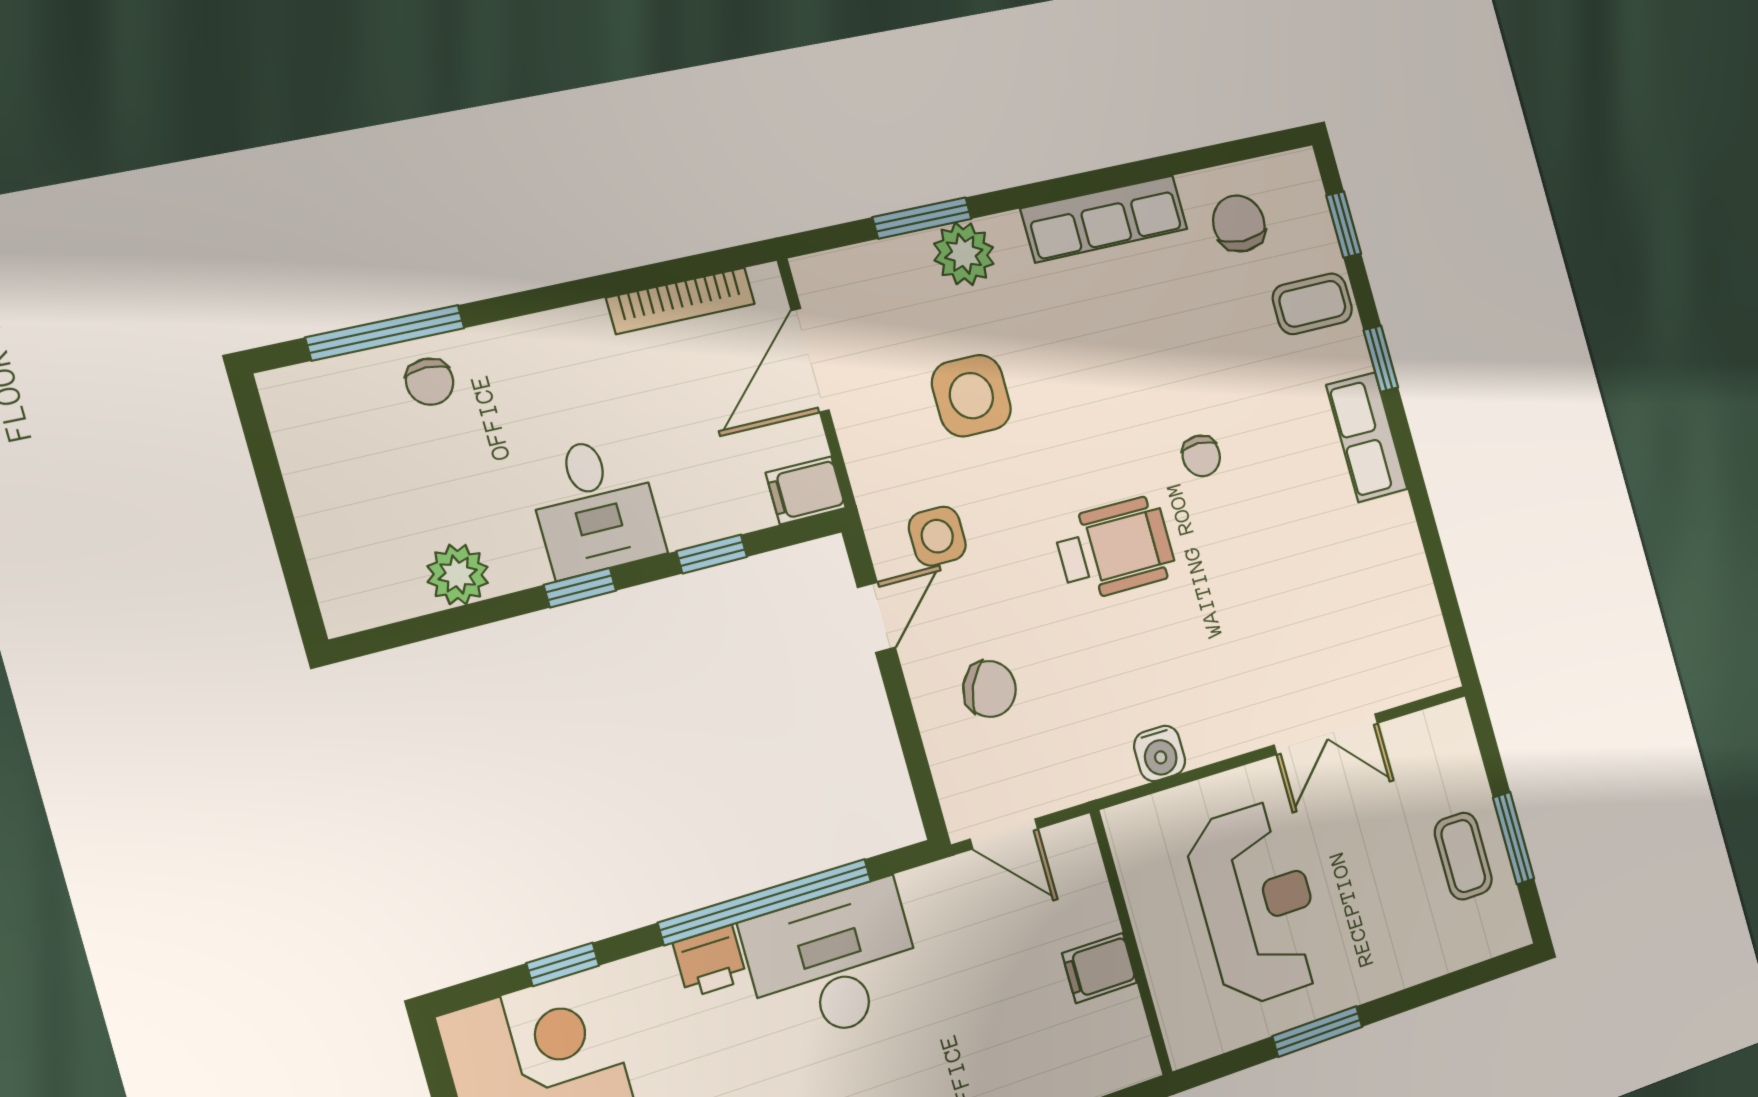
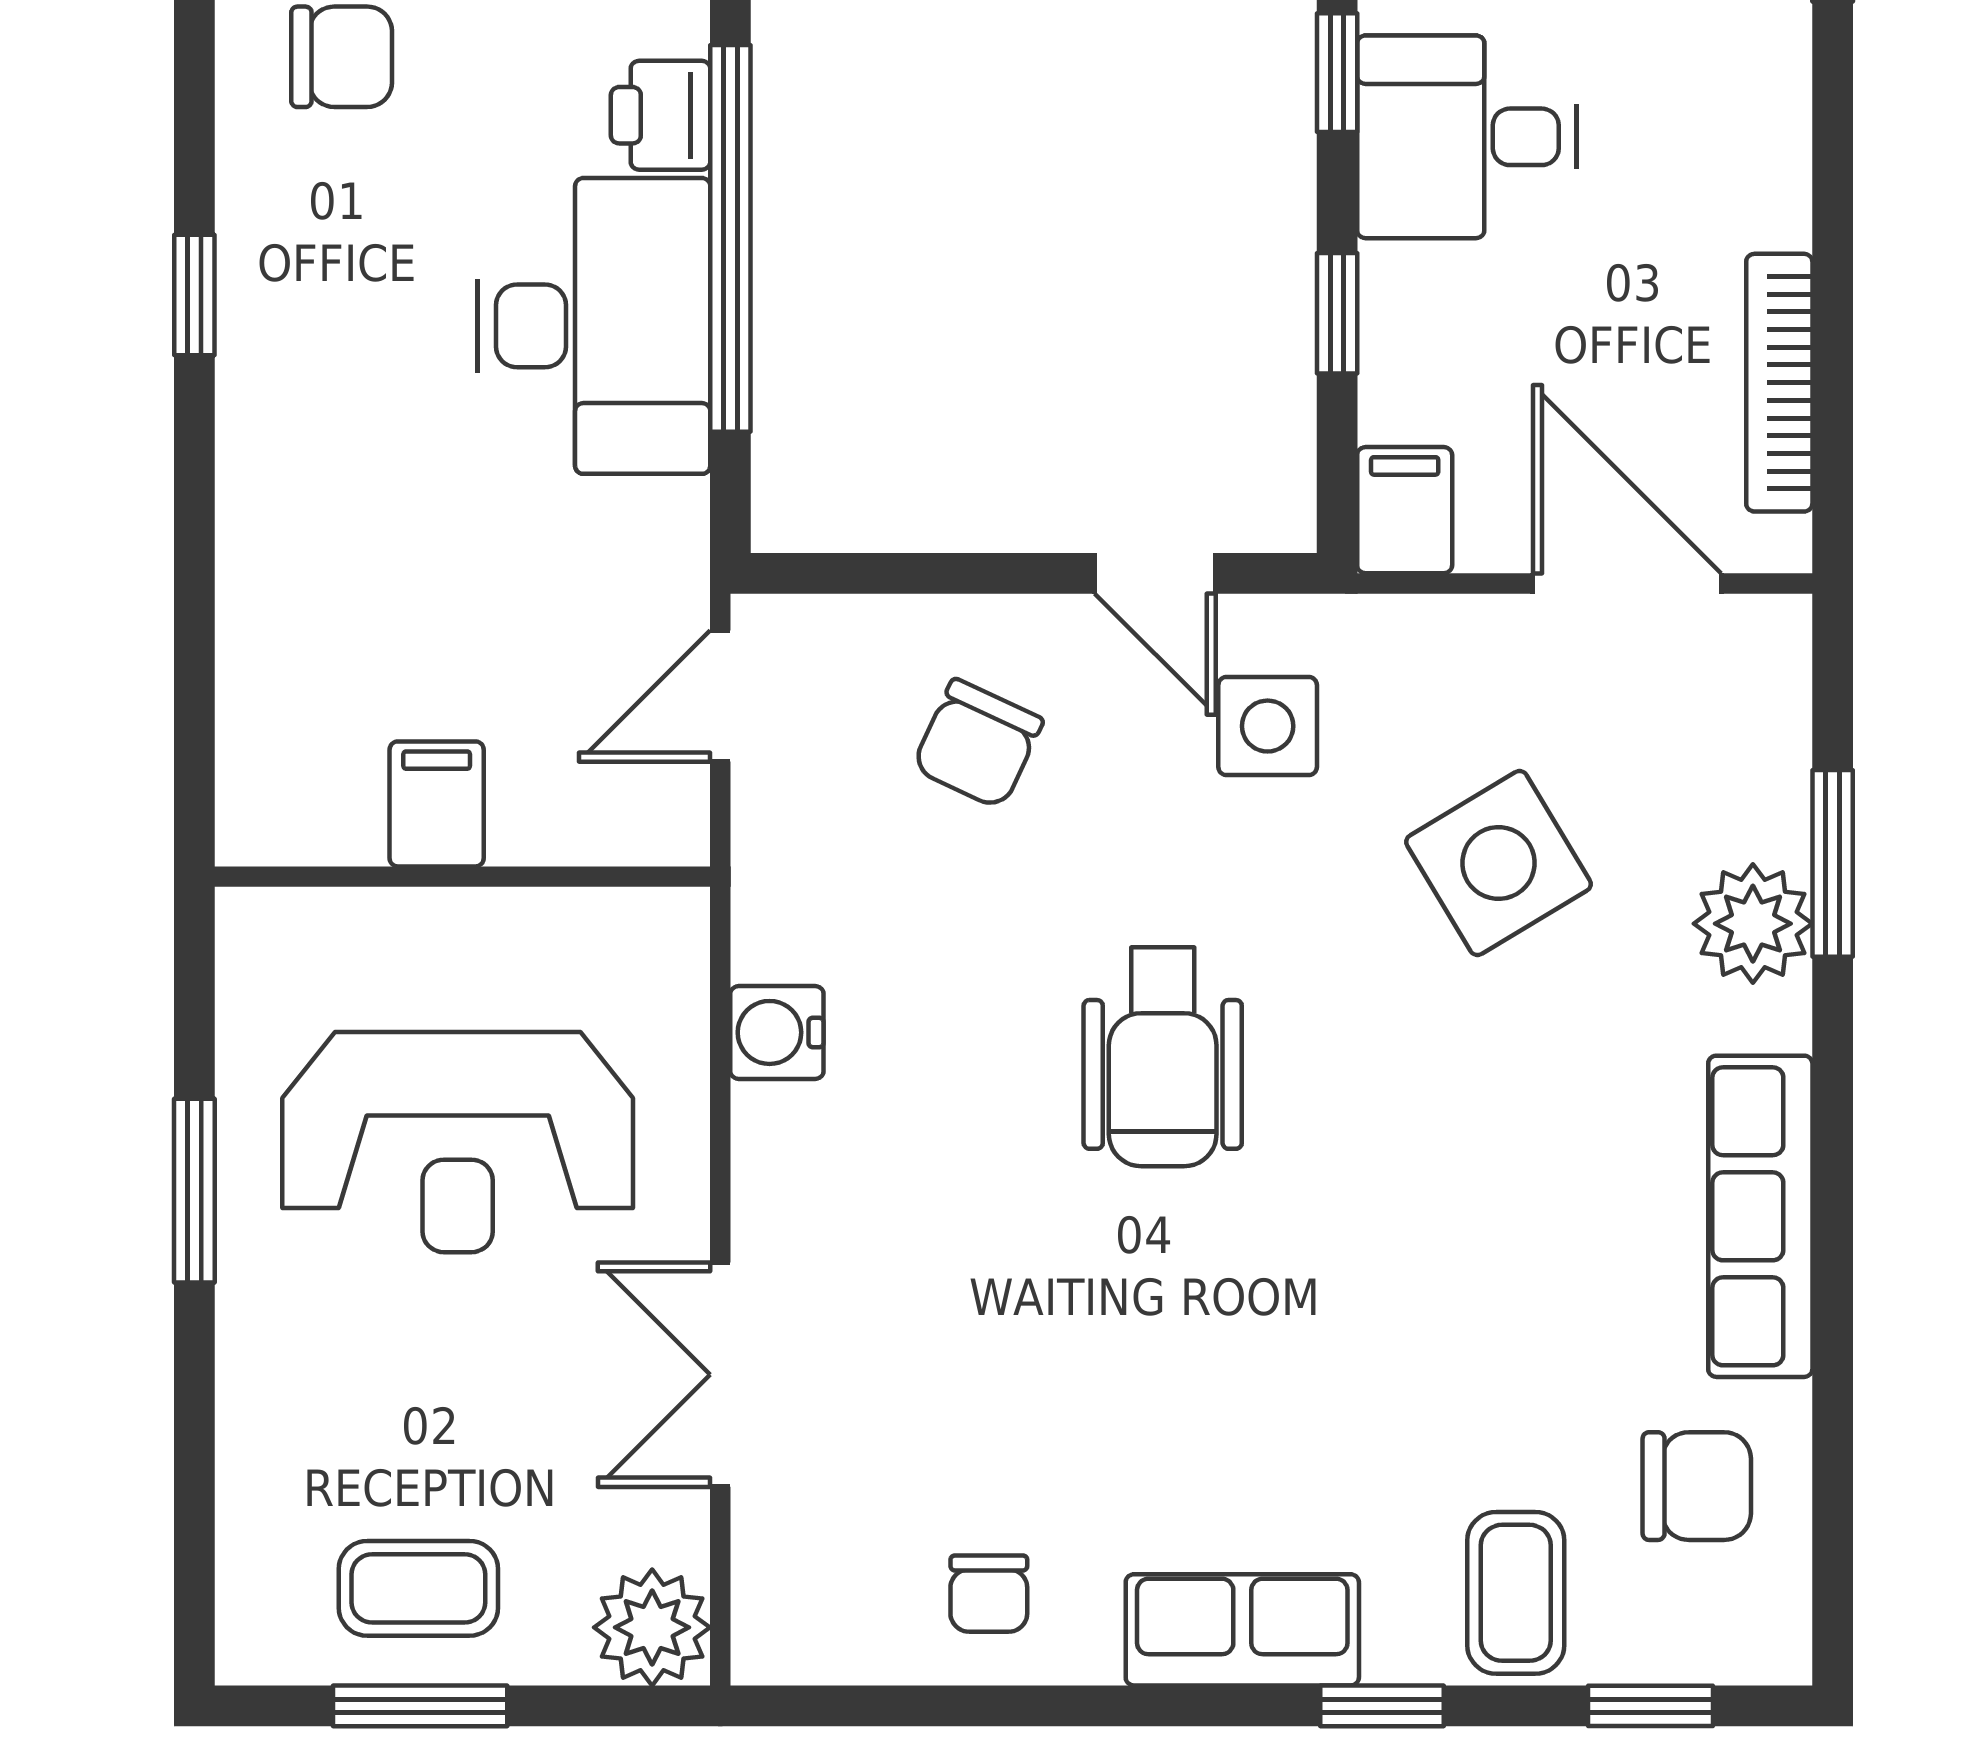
side table: (971, 396) -> (1498, 863), turned -31
chair: (1201, 456) -> (989, 1594), moved, turned -90
plant: (1448, 733) -> (652, 1627), added

